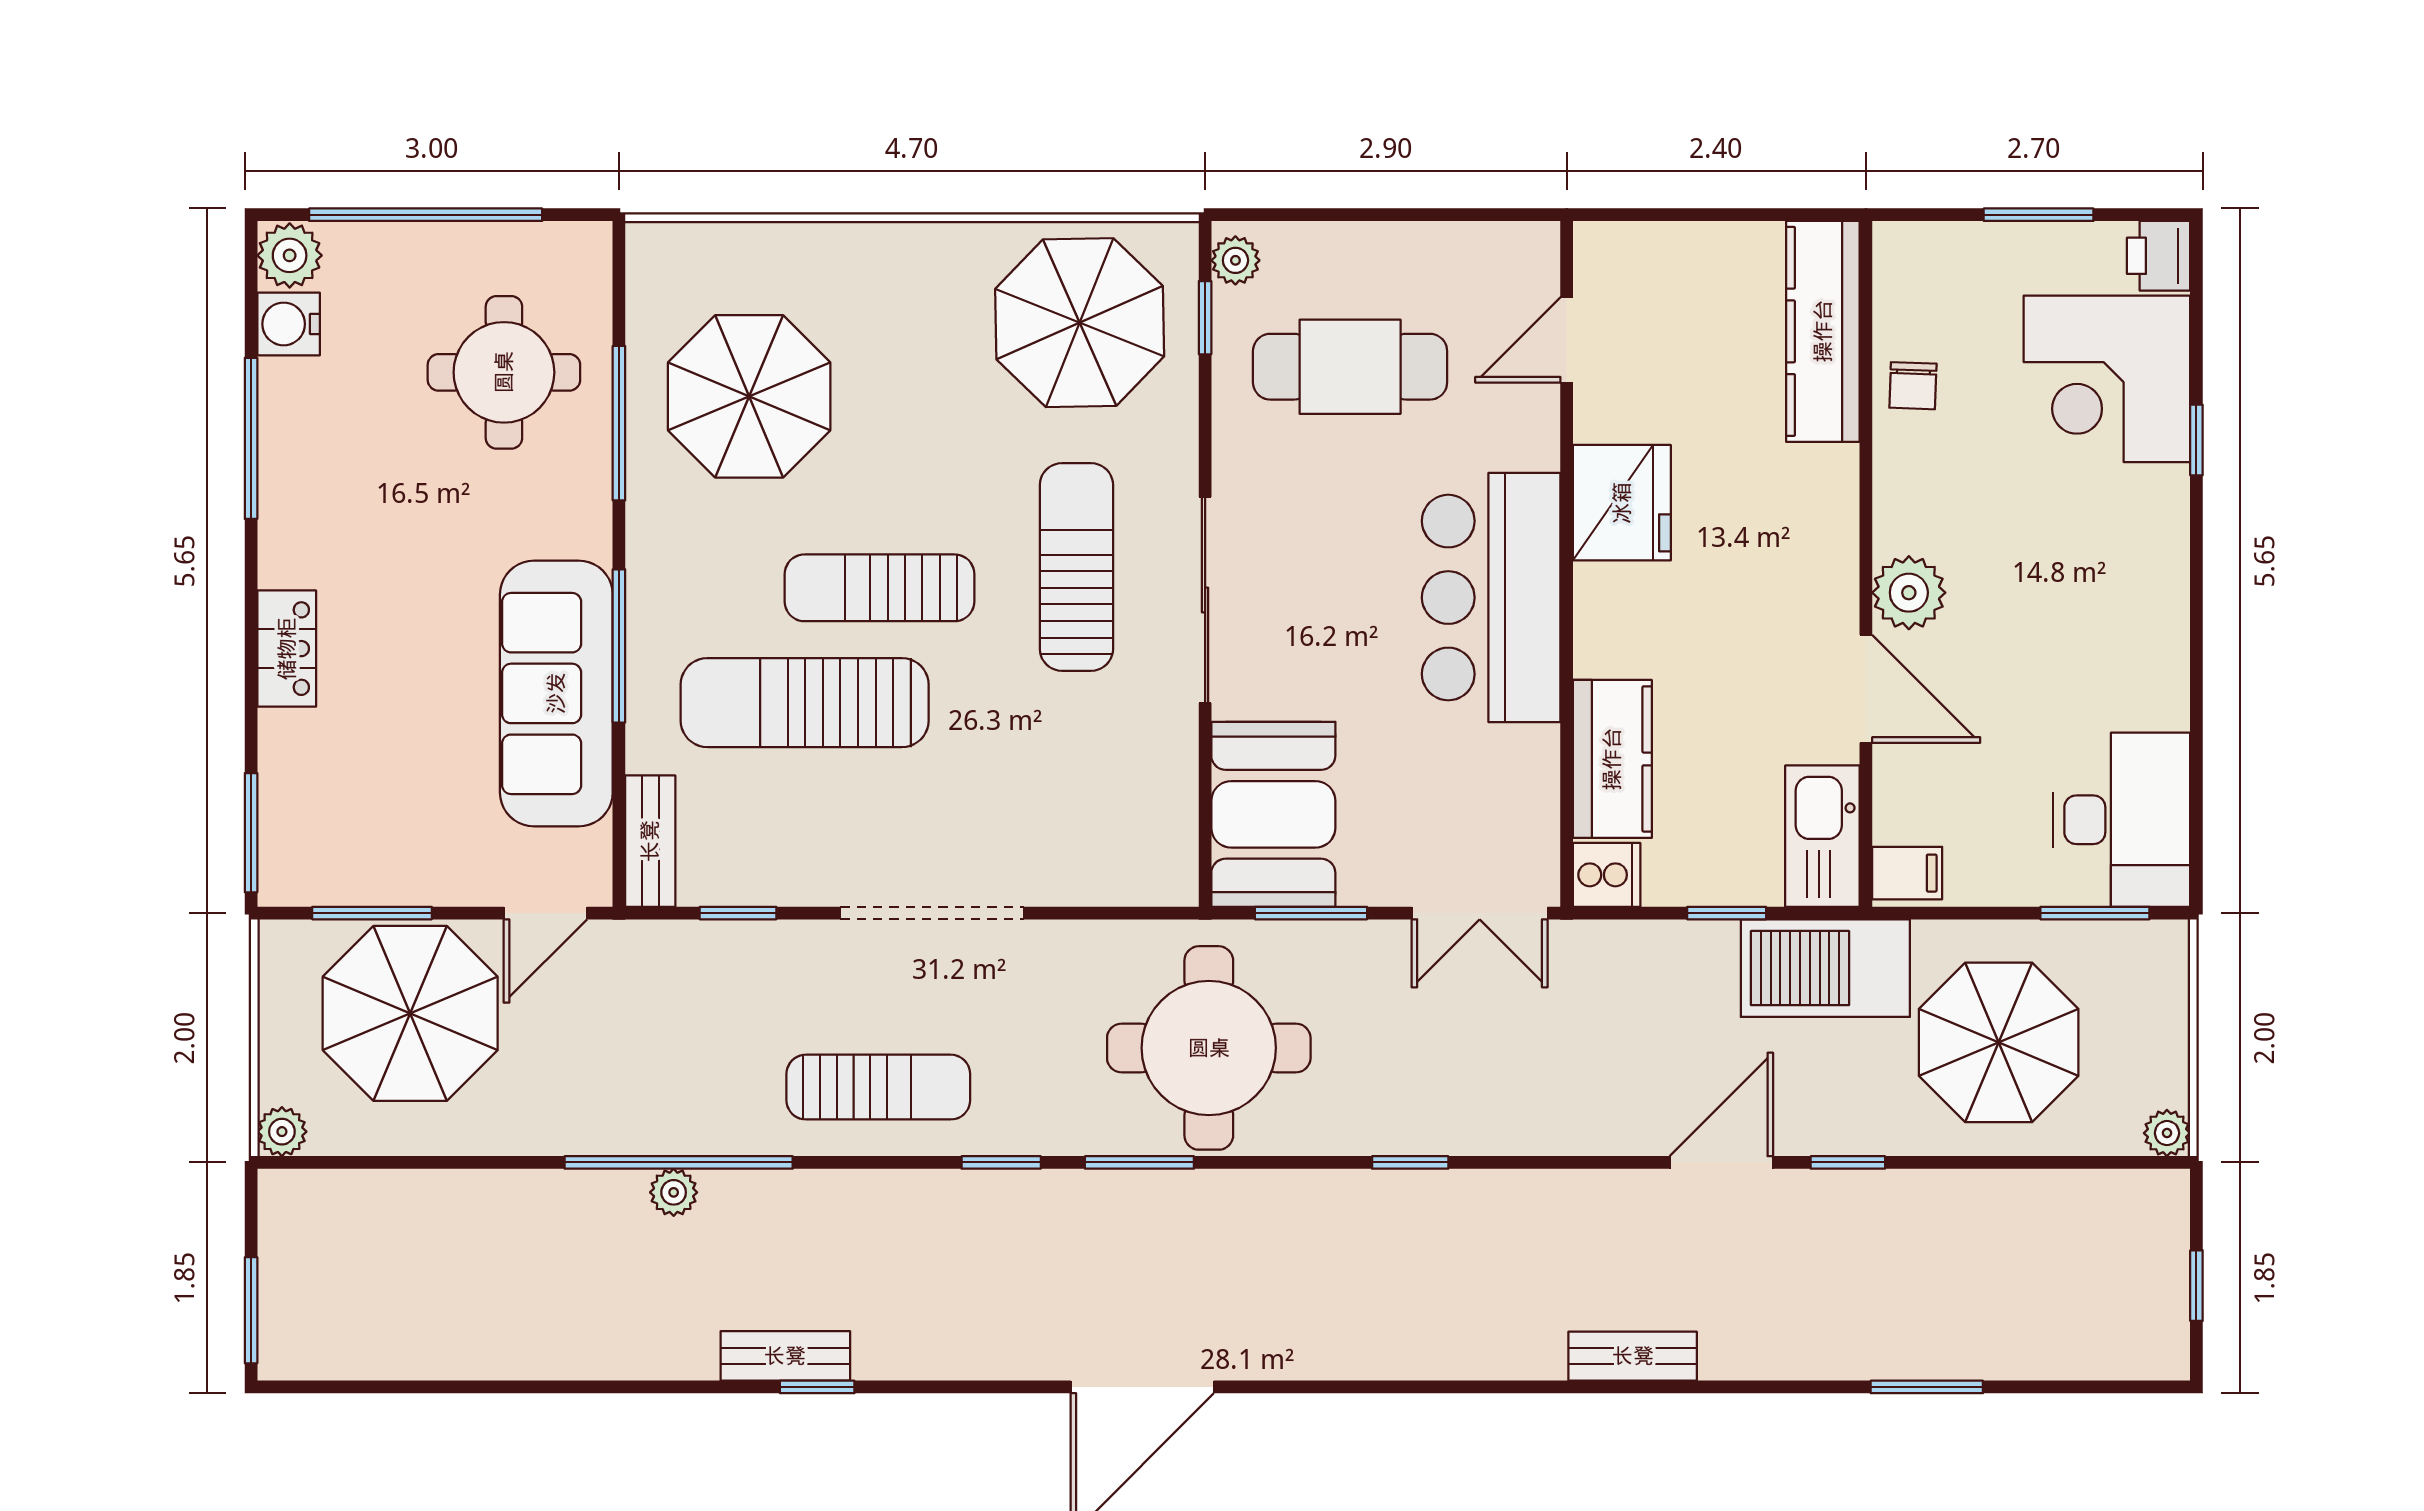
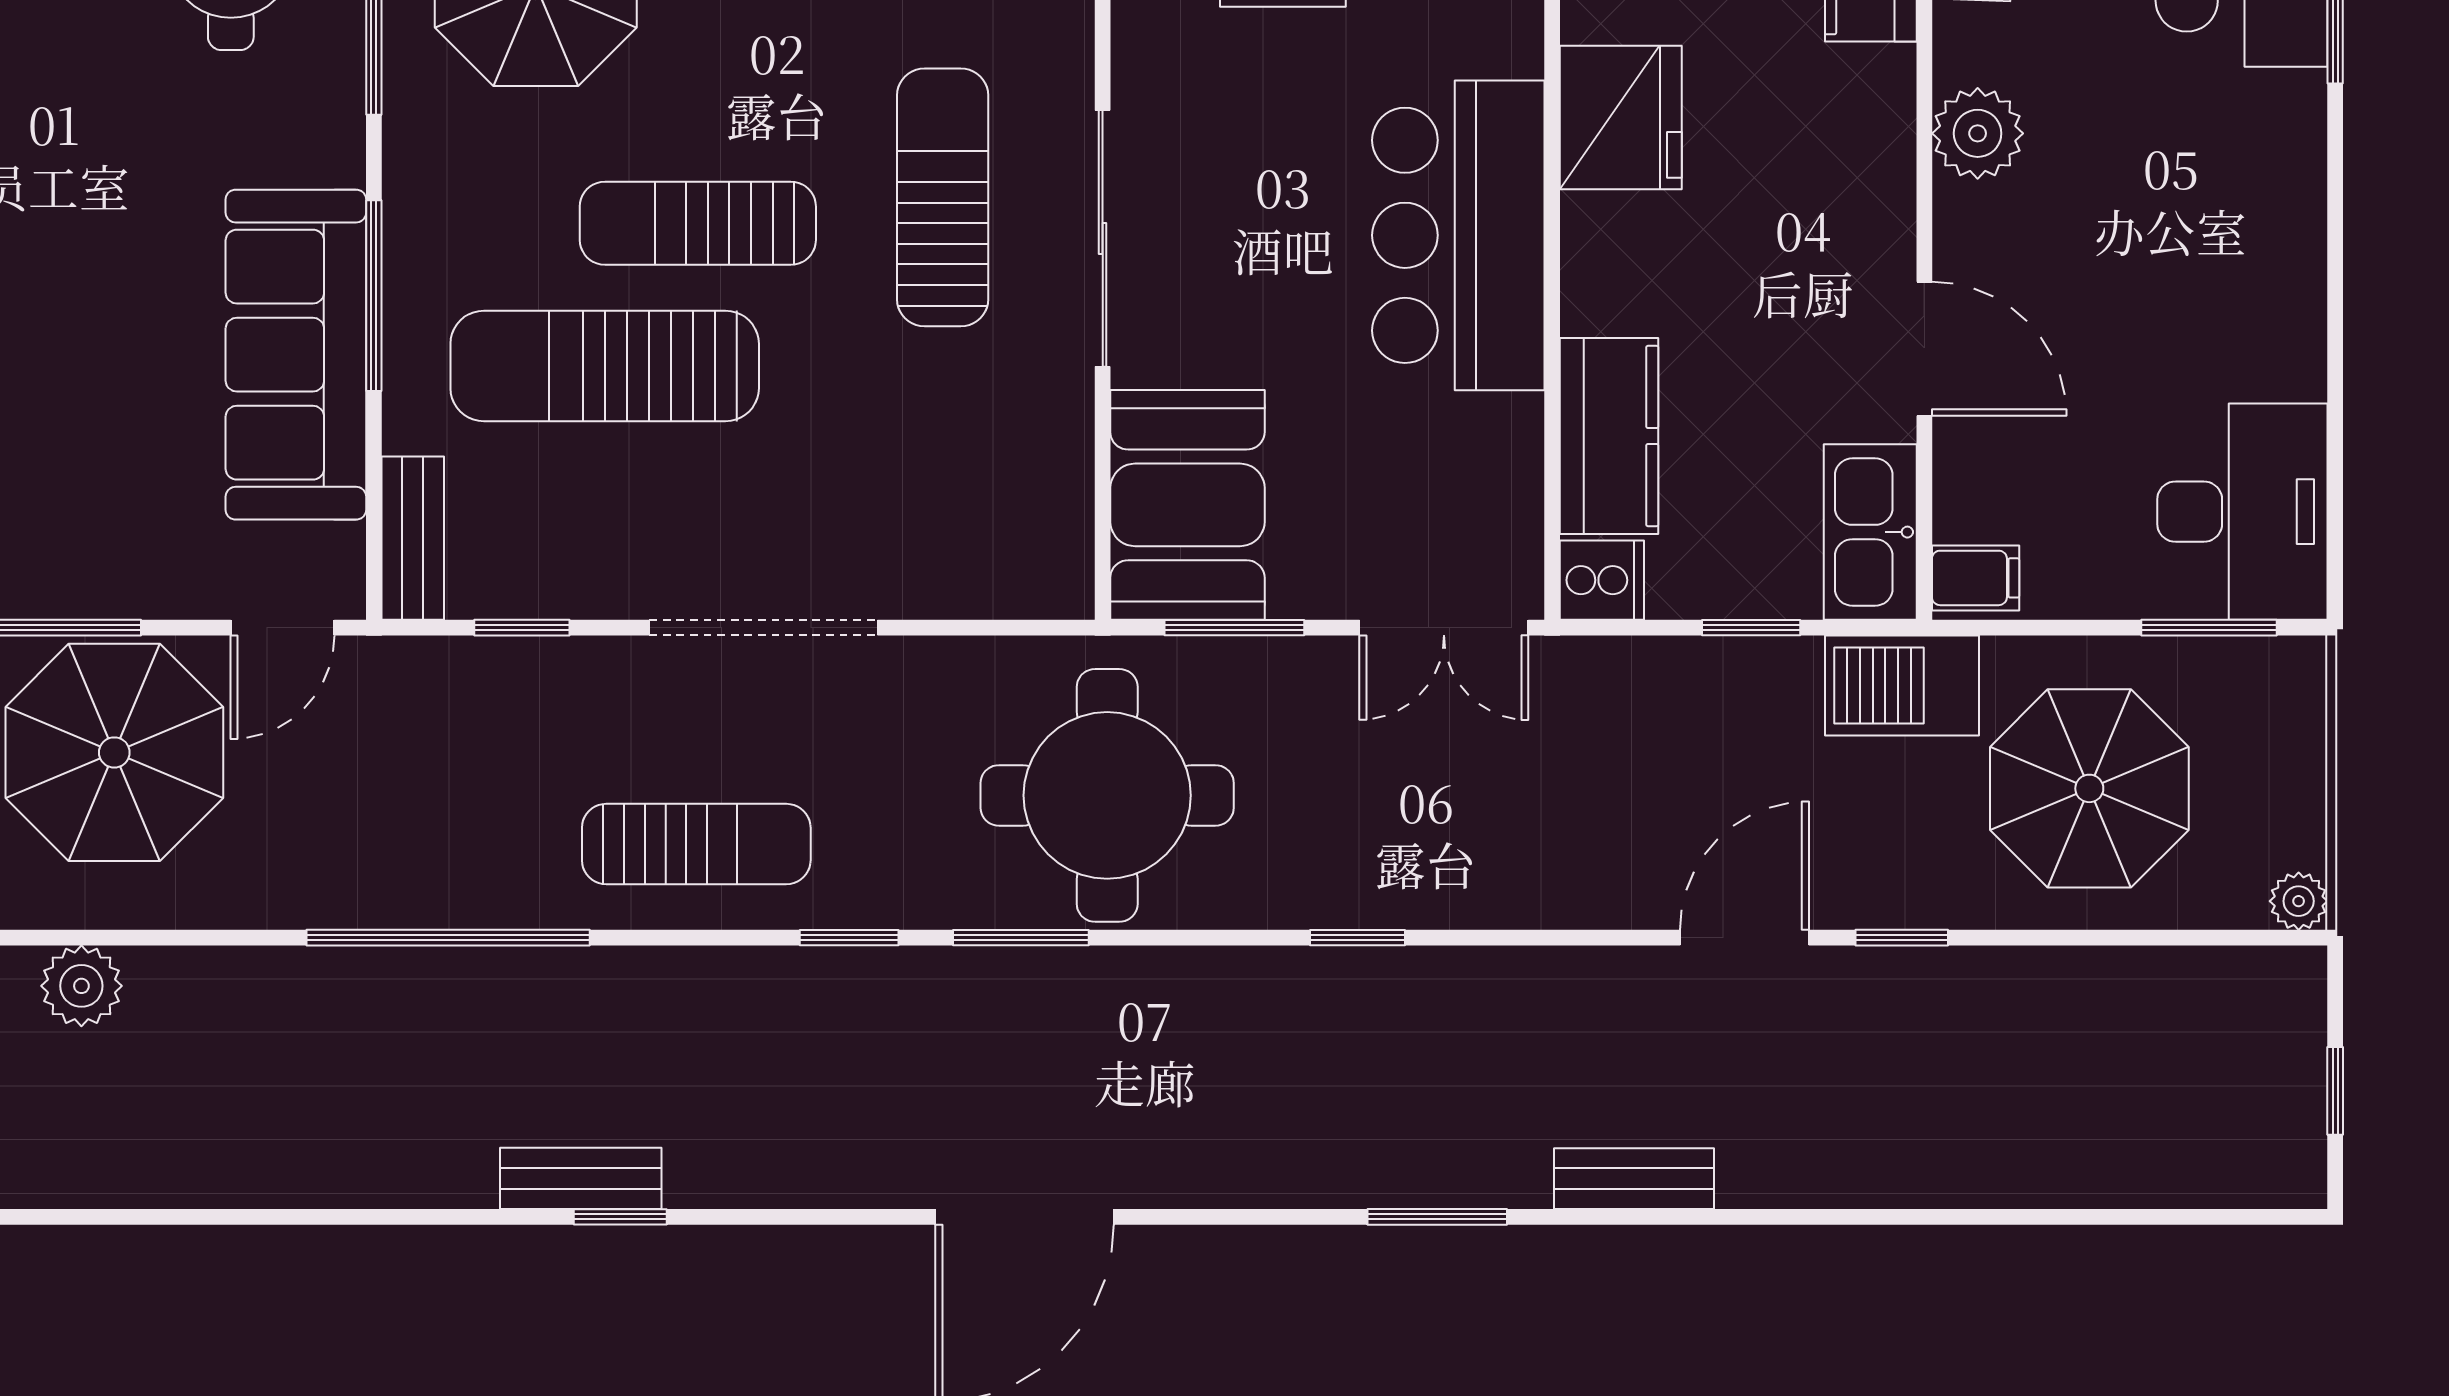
plant: (1909, 593) -> (1978, 133), moved
barbecue: (1825, 968) -> (1902, 686), width x0.73, depth x0.83
plant: (674, 1192) -> (81, 986), moved, width x1.38, depth x1.38
window: (1927, 1387) -> (1437, 1217), moved

